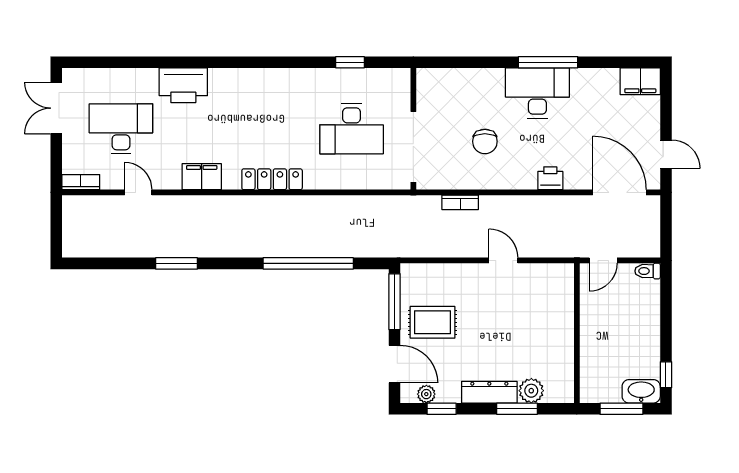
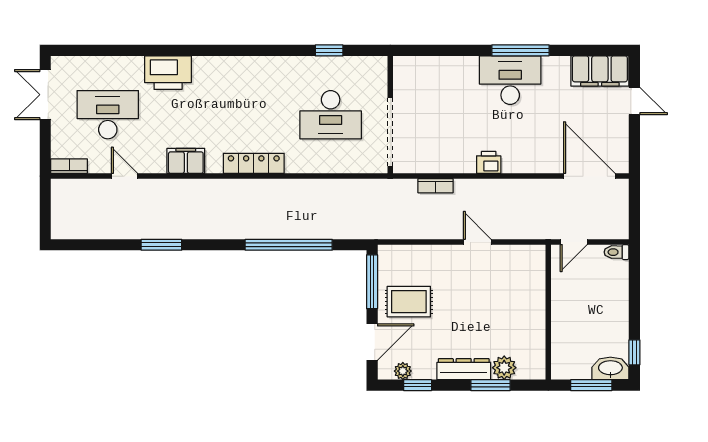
filing cabinet: (640, 81) -> (600, 71), width x1.50, depth x1.17
chair: (485, 141) -> (459, 127), removed
door: (666, 154) -> (634, 101), moved
printer: (550, 178) -> (489, 162), moved
door: (394, 364) -> (372, 342), hinge flipped

